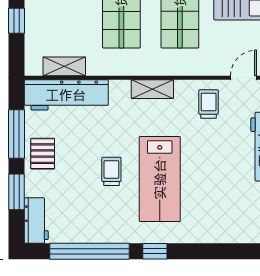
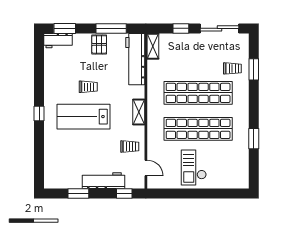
shelving: (64, 66) -> (153, 46), moved
pallet: (43, 154) -> (99, 44), turned 90
window: (17, 192) -> (65, 28), moved
window: (89, 251) -> (39, 73), removed

